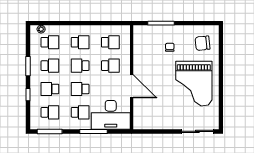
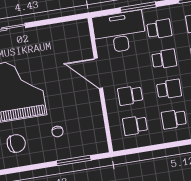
school desk: (80, 112) -> (159, 29), turned 180

